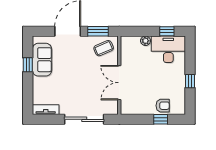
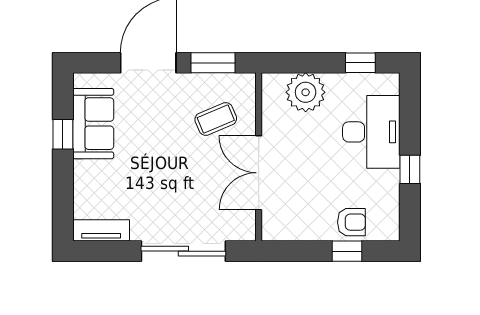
plant: (146, 41) -> (306, 92), width x1.88, depth x1.88
coffee table: (104, 48) -> (216, 119), moved
desk: (168, 49) -> (371, 132), moved, turned 90

